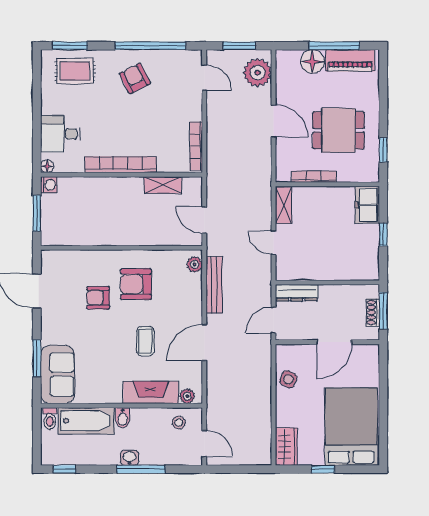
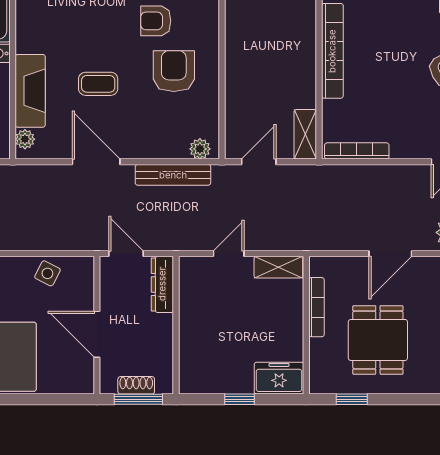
shelving: (163, 185) -> (305, 134), moved
armchair: (98, 298) -> (156, 21), turned -90

